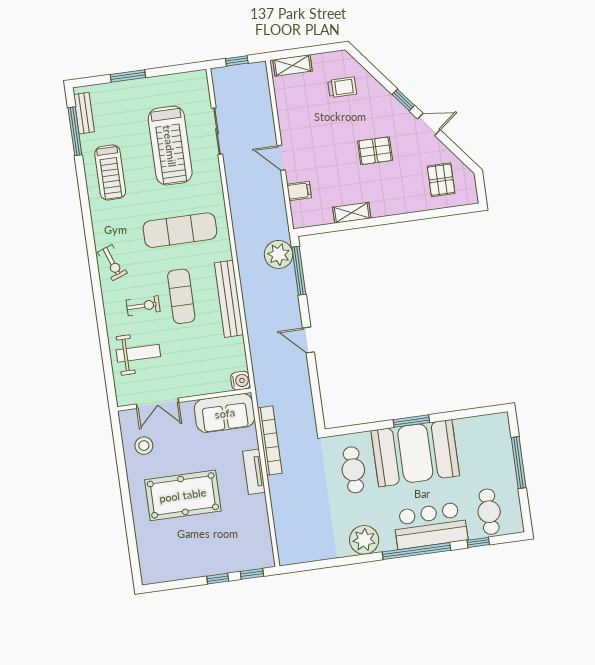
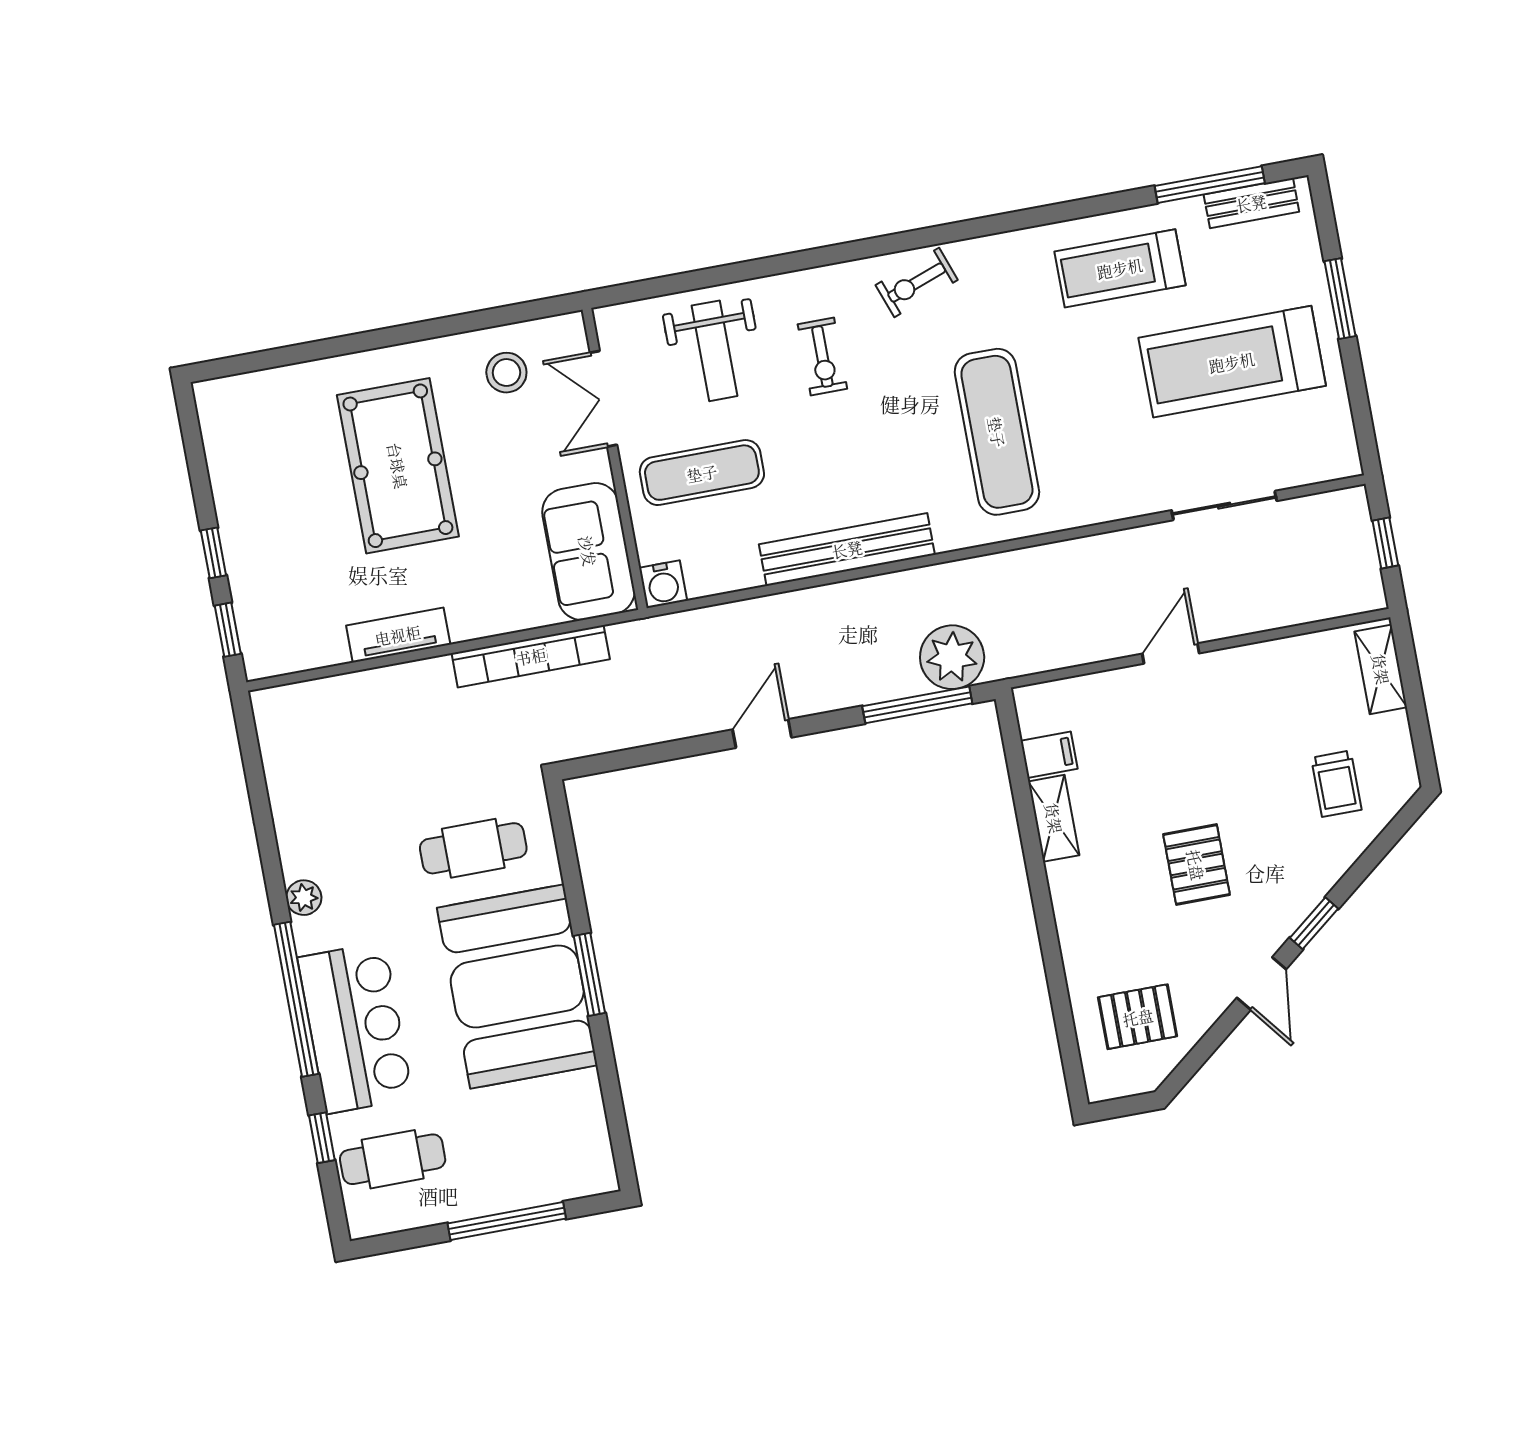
treadmill: (170, 146) -> (1232, 362), moved
filing cabinet: (299, 191) -> (1049, 755), moved, turned -90
exercise mat: (181, 296) -> (702, 473), moved
tv unit: (254, 472) -> (398, 635), moved
plant: (364, 540) -> (304, 898), width x0.53, depth x0.53

